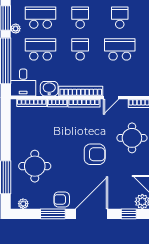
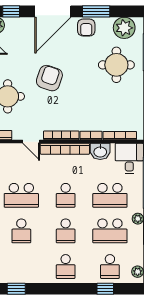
door: (111, 98) -> (31, 142), swing flipped
armchair: (95, 154) -> (49, 78), turned 109
armchair: (62, 199) -> (86, 28), turned 90
plant: (23, 204) -> (124, 28), width x1.87, depth x1.87

